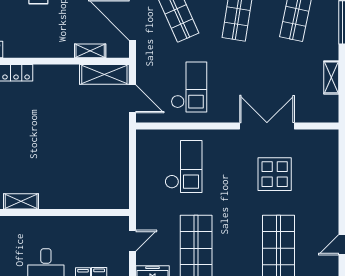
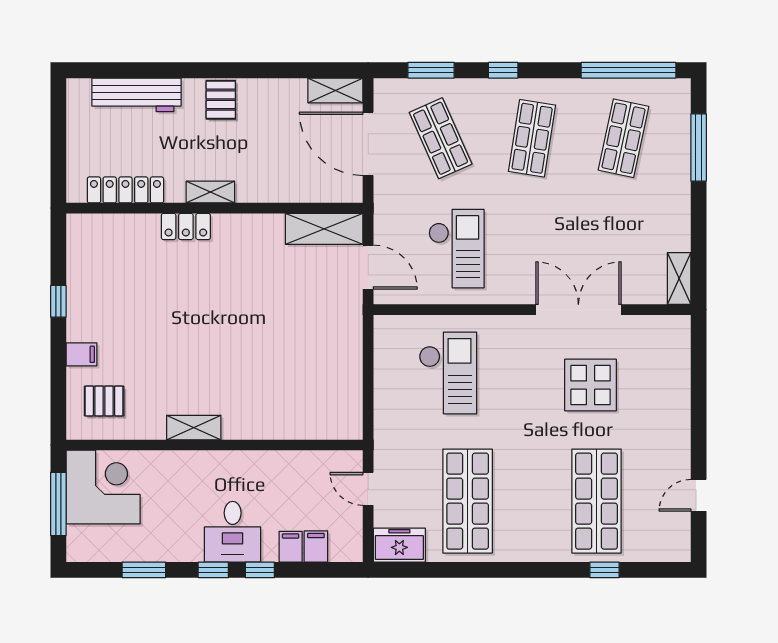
shelving: (90, 51) -> (210, 192), moved
shelving: (331, 77) -> (679, 278), moved
door: (132, 241) -> (368, 489), swing flipped

